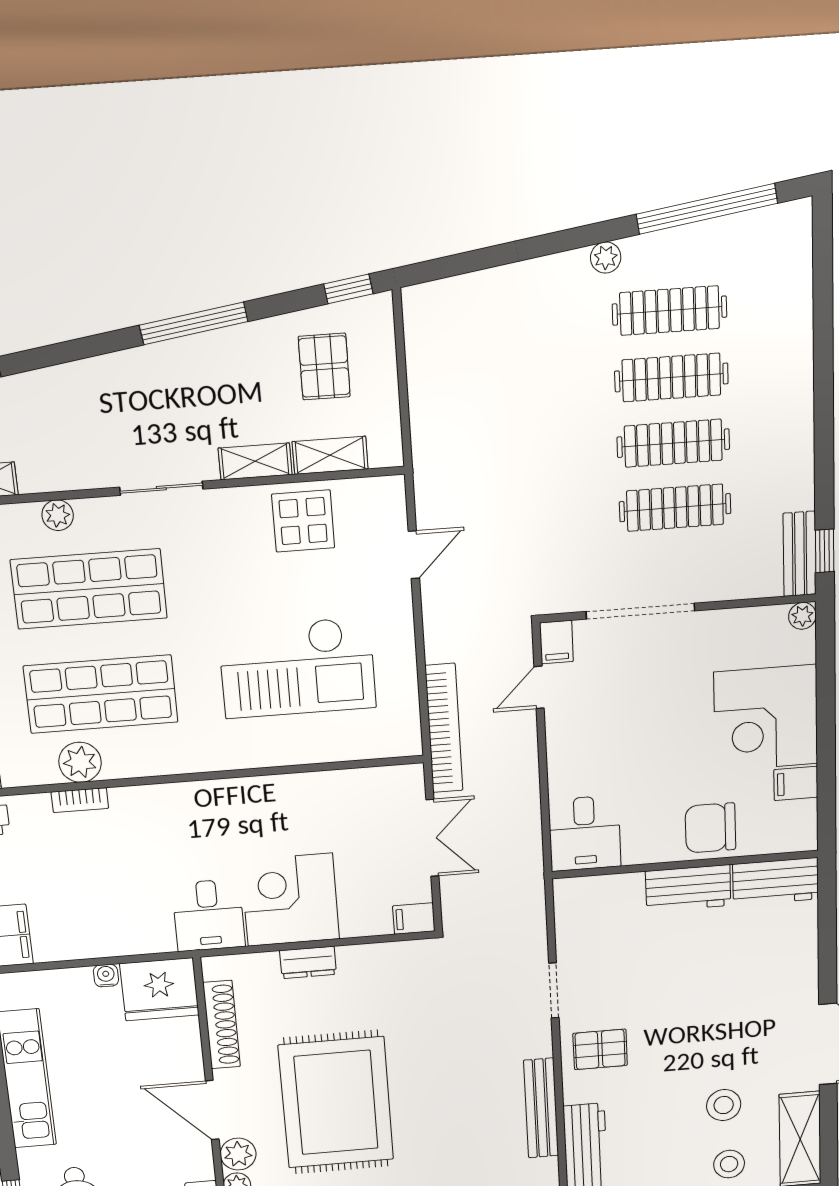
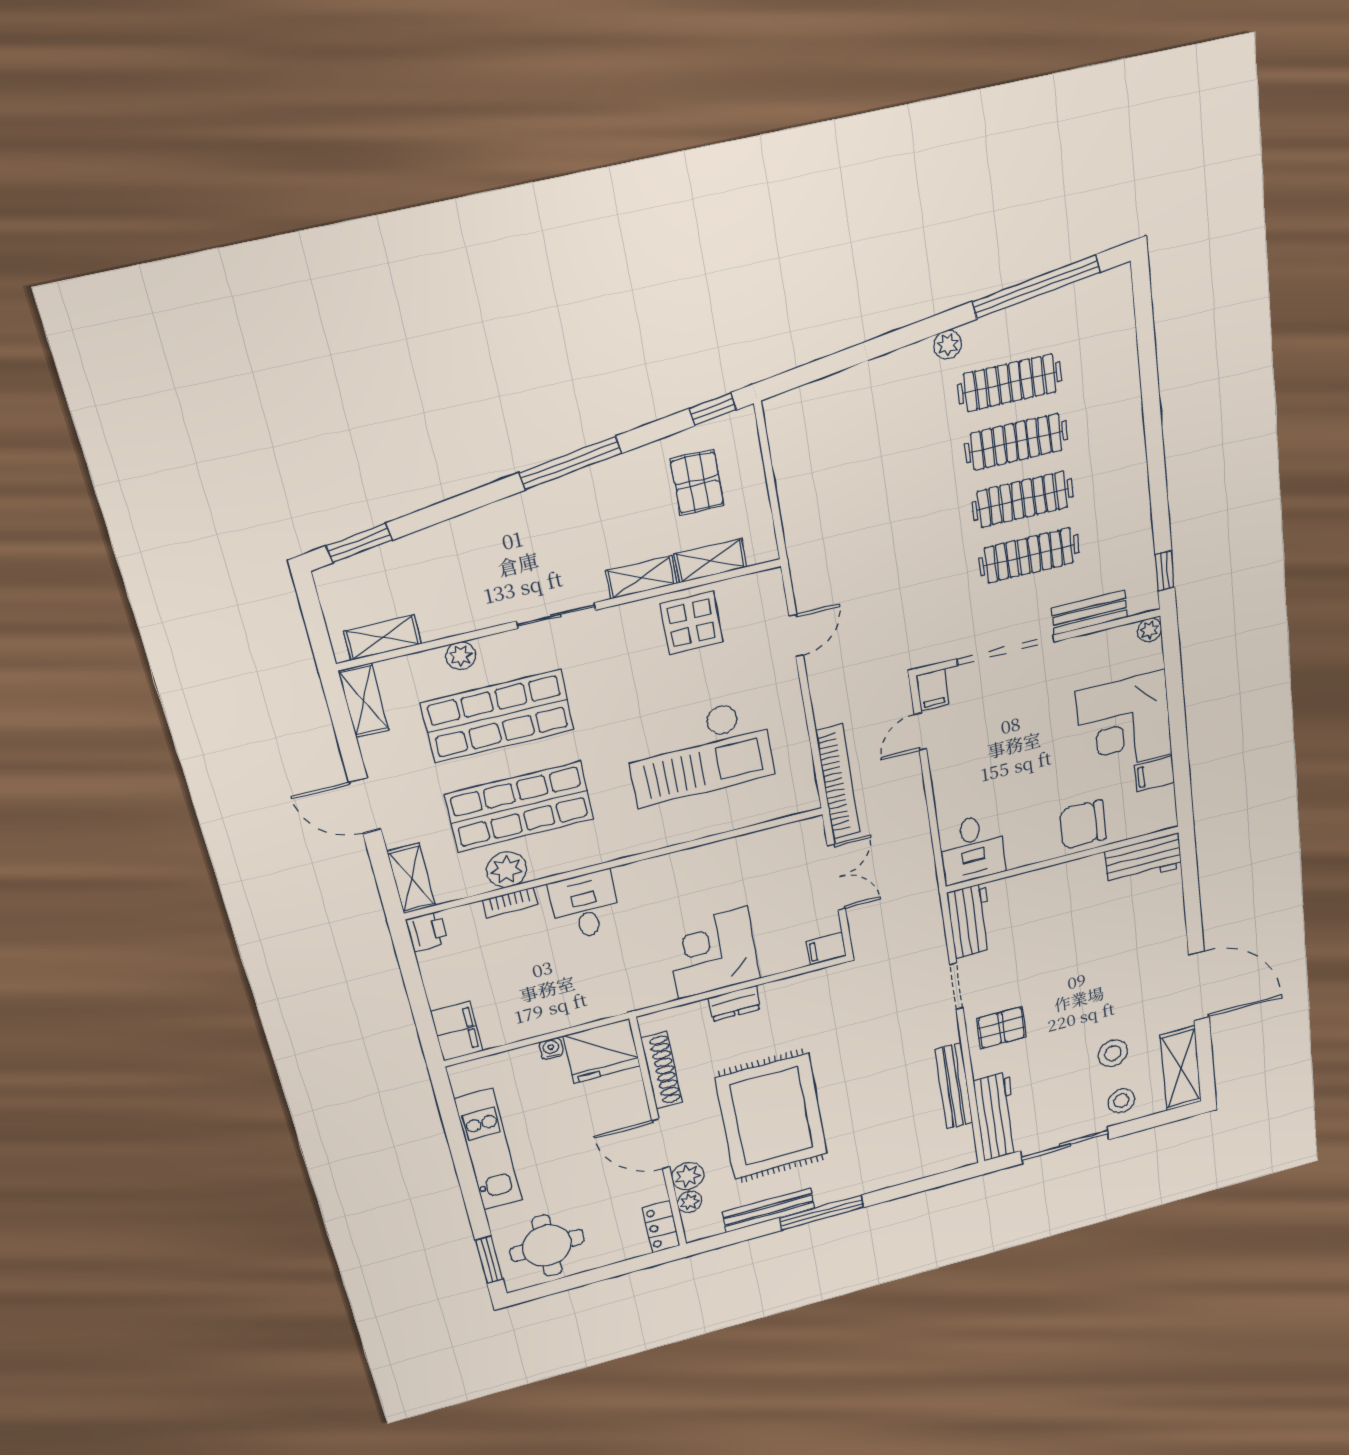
bench: (800, 554) -> (1089, 613), moved, turned 90
workbench: (688, 888) -> (970, 921), moved, turned -90
desk: (208, 915) -> (585, 906), moved, turned 180

